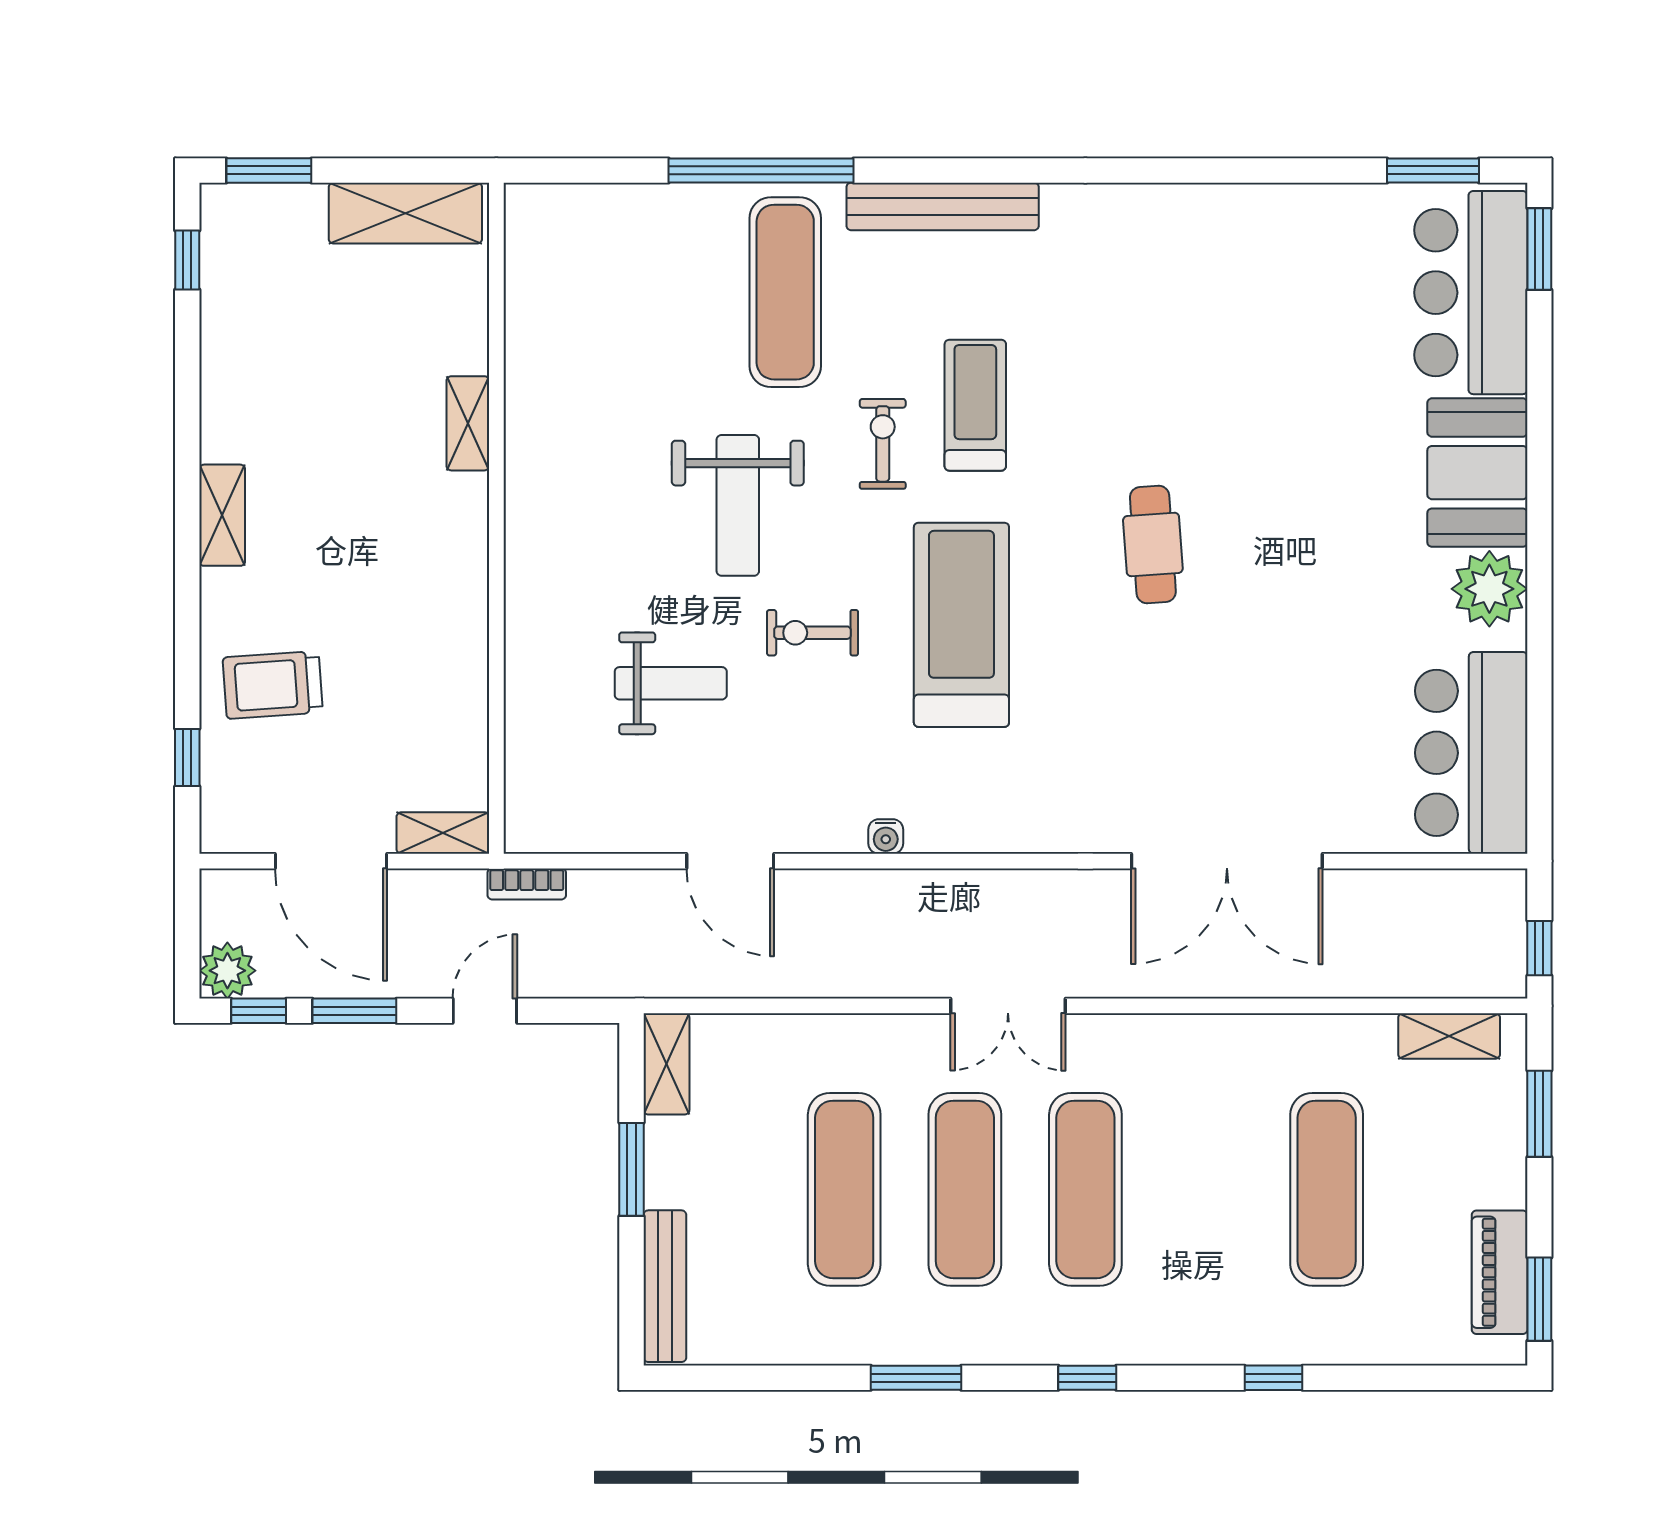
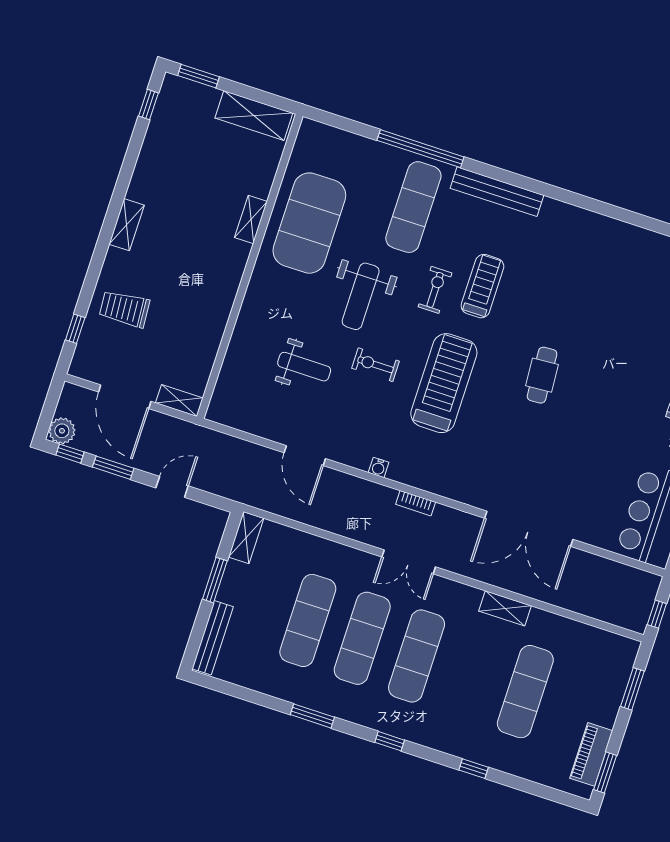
exercise mat: (587, 392) -> (309, 223), added
bookcase: (527, 884) -> (416, 503), moved
shelving: (1449, 1036) -> (505, 608), moved

